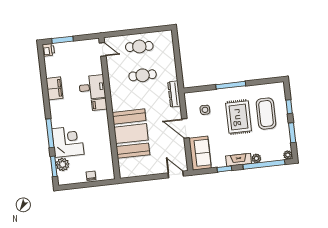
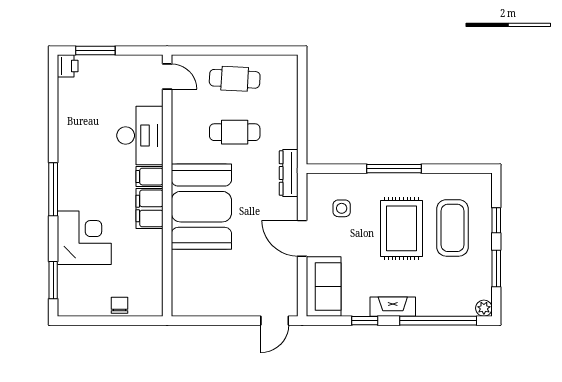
desk: (92, 87) -> (140, 135), width x1.37
filing cabinet: (54, 88) -> (150, 208), moved, turned 180
window: (50, 133) -> (53, 189), moved
booth: (131, 134) -> (201, 207), moved
plant: (256, 158) -> (426, 308), removed
plant: (63, 164) -> (70, 278), removed
door: (176, 174) -> (275, 321), swing flipped

